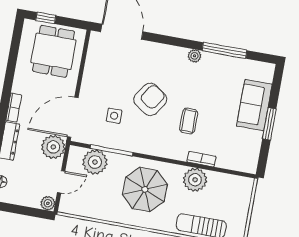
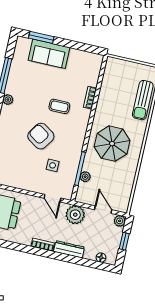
door: (73, 117) -> (52, 198), width x0.53
window: (269, 124) -> (41, 37), moved
plant: (95, 162) -> (85, 177), width x0.53, depth x0.53
plant: (195, 180) -> (106, 103), removed
window: (22, 210) -> (124, 241), added

